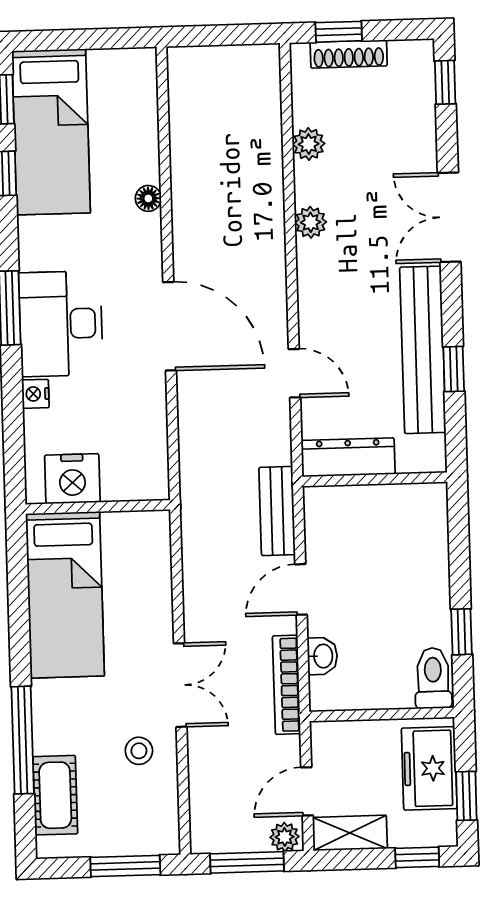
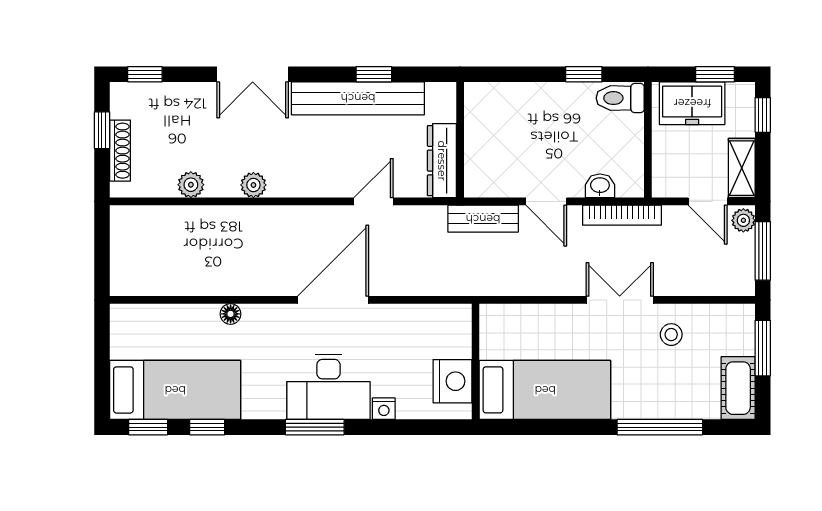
window: (339, 32) -> (102, 130), moved
cot: (55, 795) -> (738, 388), moved, turned 90

